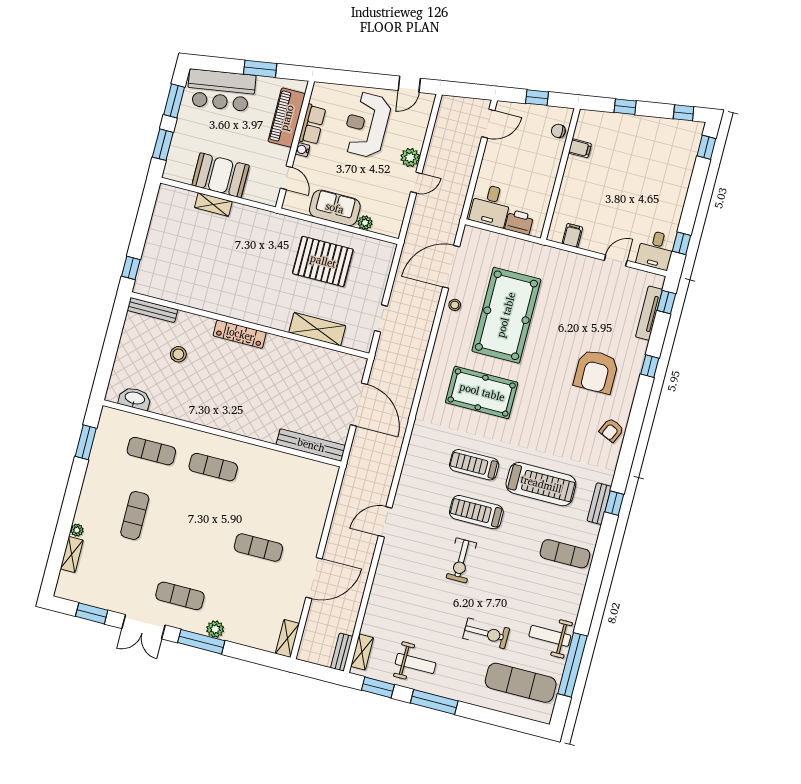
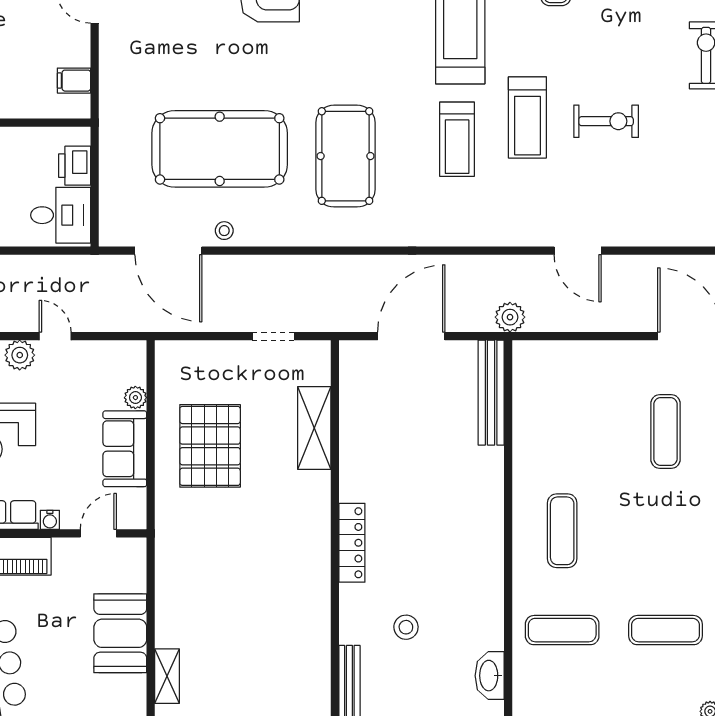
shelving: (213, 204) -> (167, 676), moved
exercise mat: (151, 451) -> (562, 630), turned 90
plant: (355, 469) -> (510, 317), added

